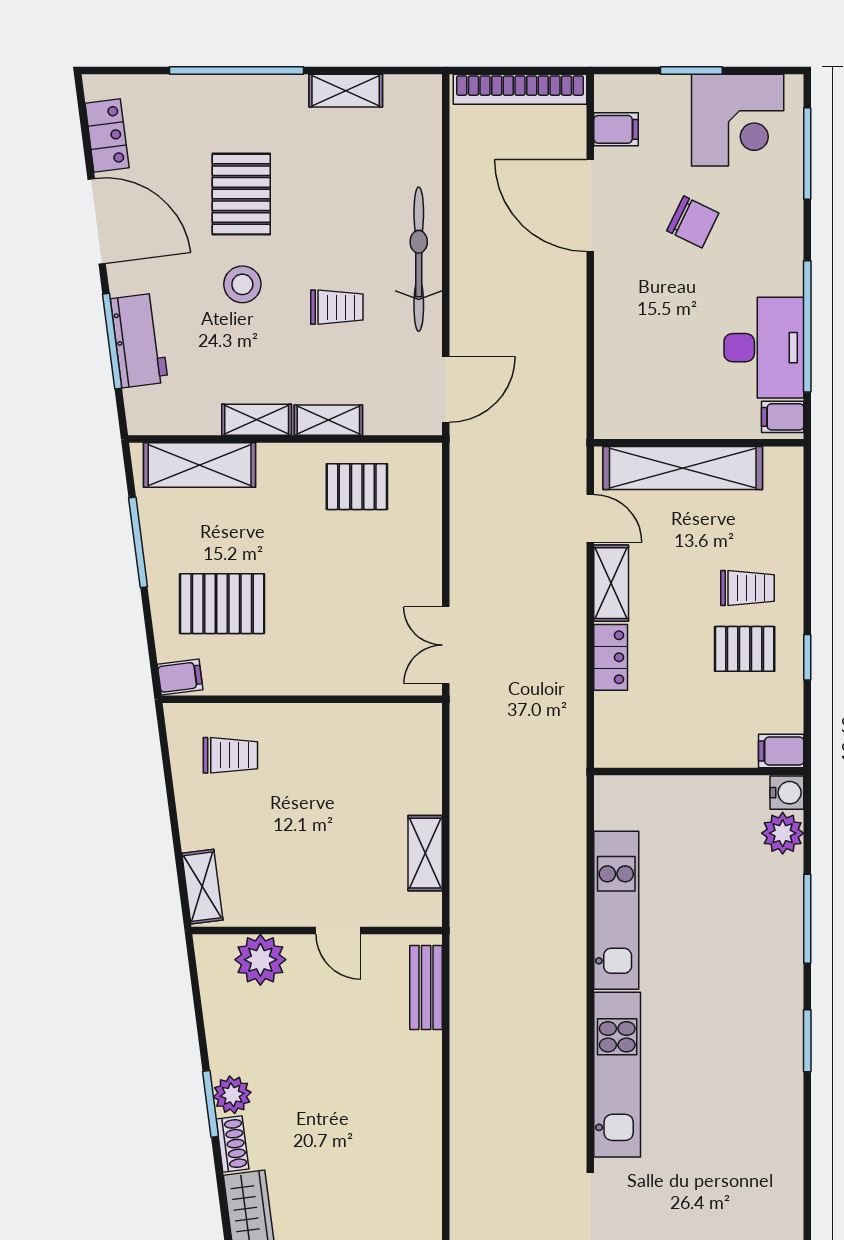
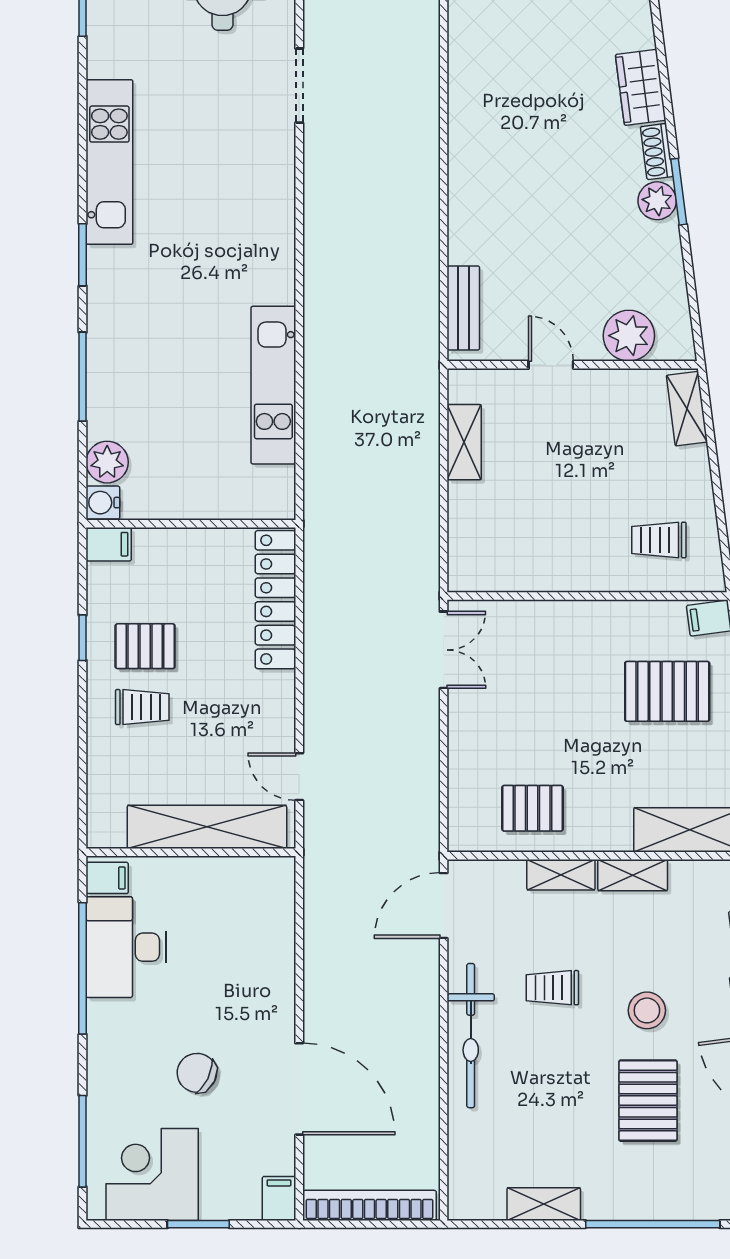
filing cabinet: (616, 129) -> (279, 1198), moved, turned 90
shelving: (611, 583) -> (278, 712), removed
trolley: (747, 588) -> (142, 707), turned 180
locker: (611, 657) -> (275, 600), width x2.16, depth x1.21
kitchen unit: (617, 1075) -> (109, 162), moved, turned 180

